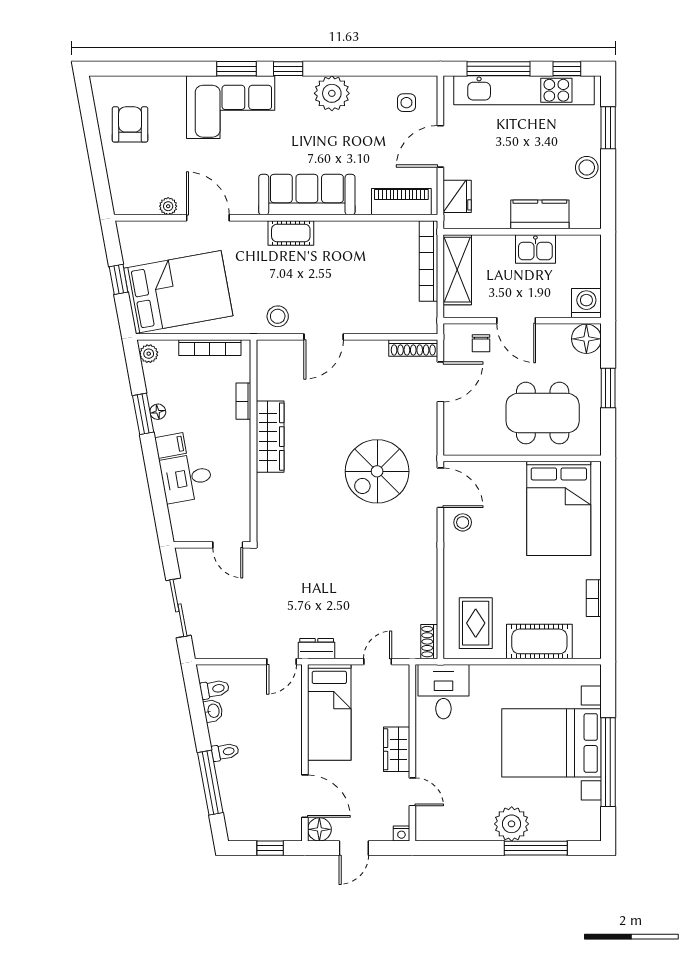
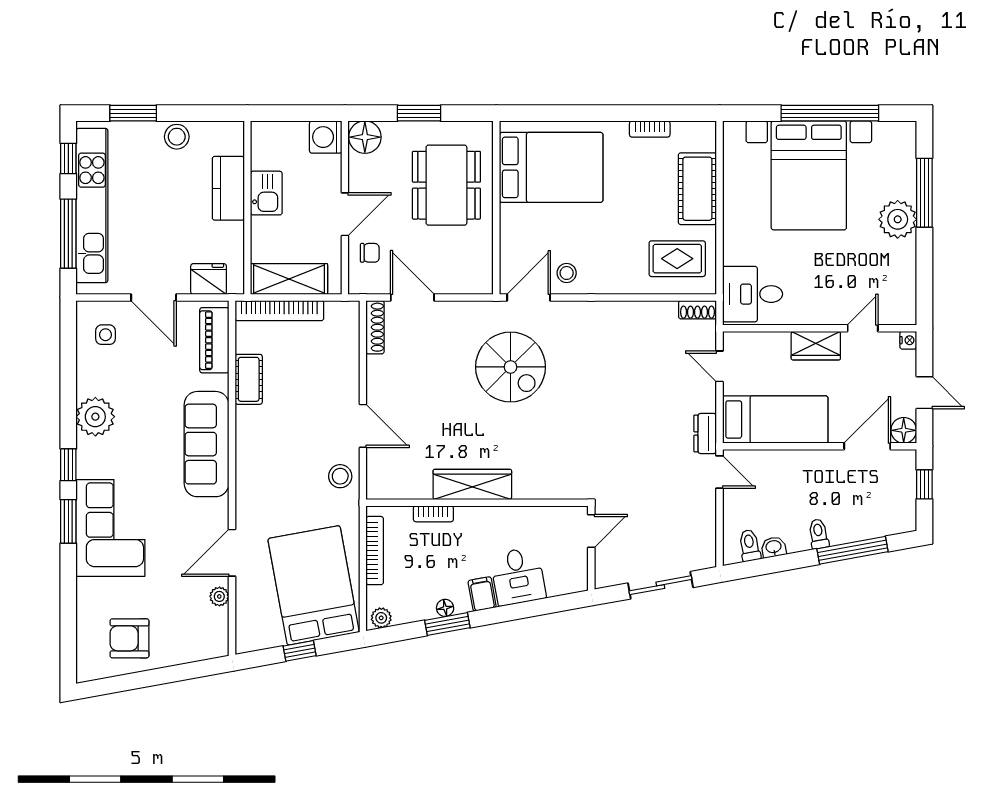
cot: (291, 233) -> (249, 379), moved

